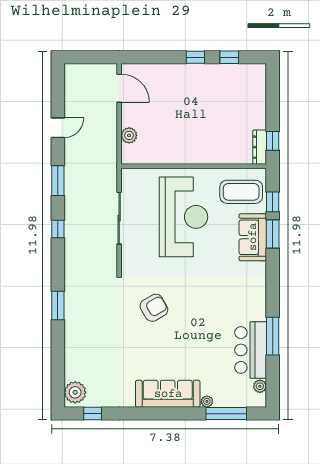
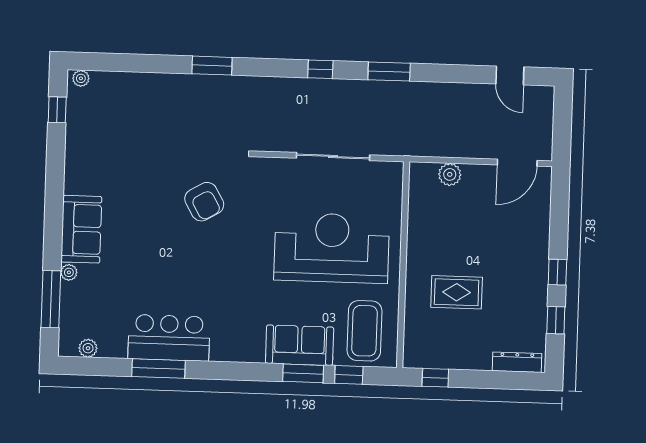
door: (58, 128) -> (510, 75), moved
rug: (212, 128) -> (457, 292), added
dresser: (260, 147) -> (517, 362), moved
reception desk: (184, 217) -> (332, 248), turned 180
bar counter: (251, 350) -> (169, 338), moved
plant: (75, 392) -> (81, 78), width x0.53, depth x0.53
sofa: (168, 394) -> (81, 229), width x0.73

